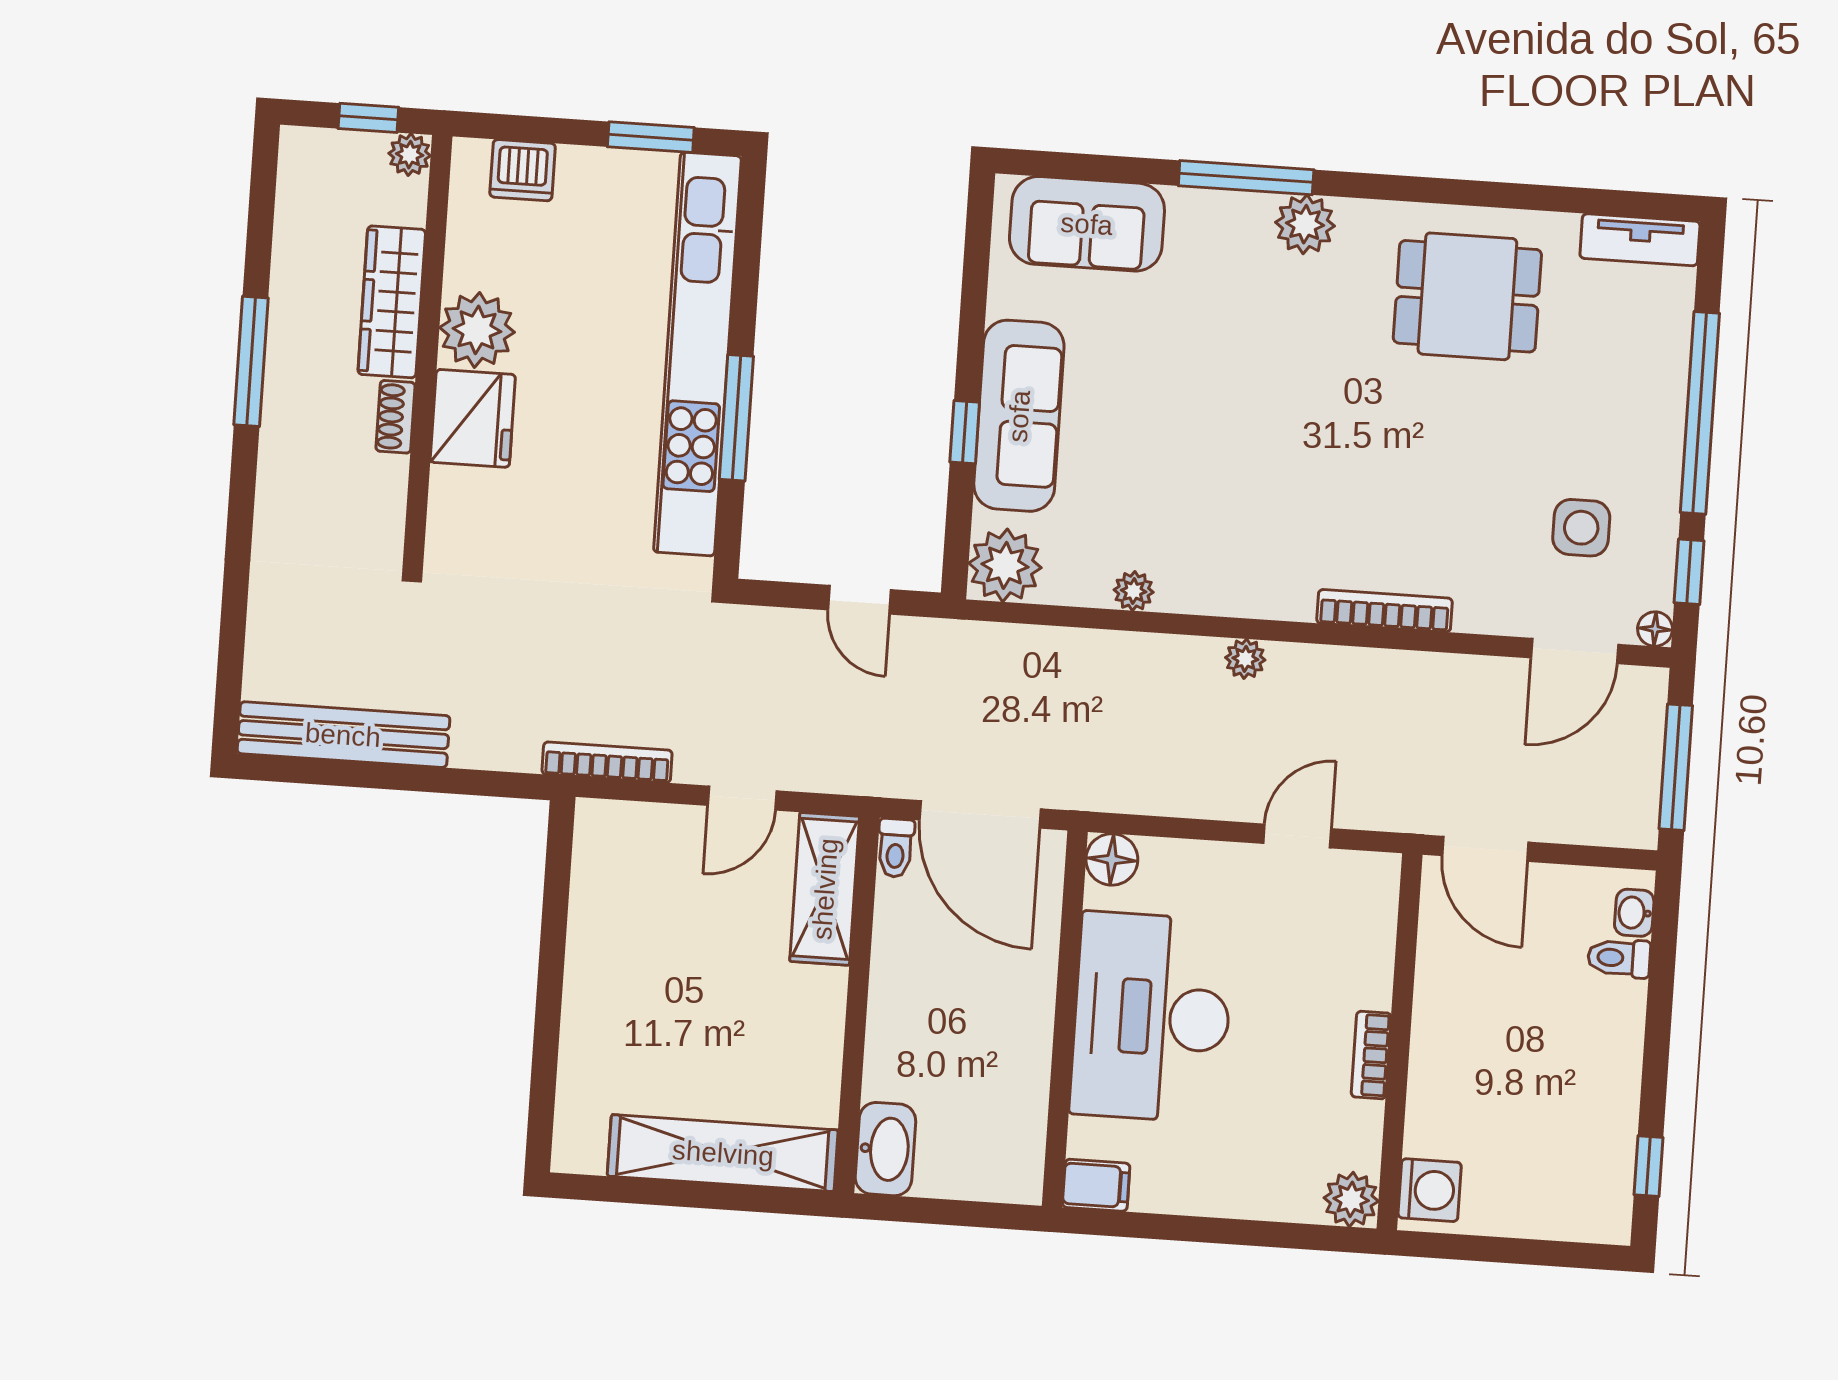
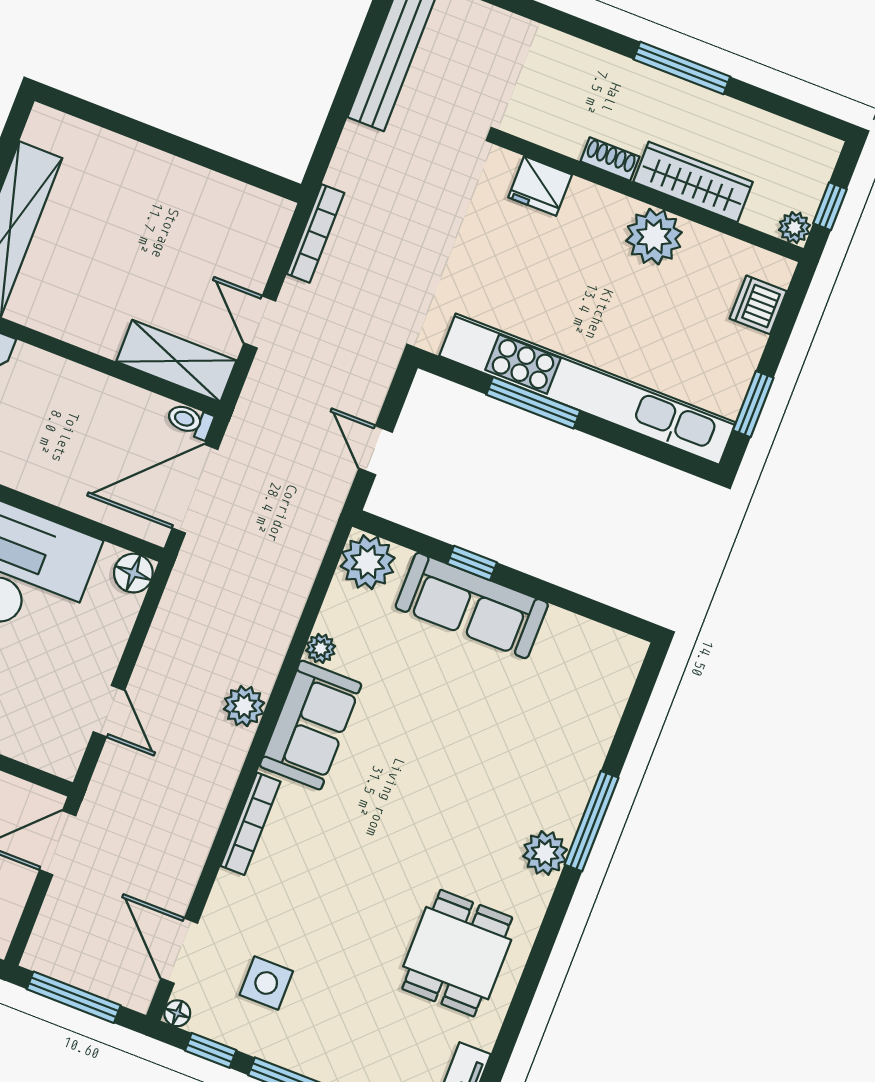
sofa: (1087, 224) -> (311, 725), moved, turned 180
fridge: (473, 418) -> (540, 186), moved, width x0.73, depth x0.75
door: (859, 600) -> (376, 450), hinge flipped
plant: (1245, 659) -> (244, 706), width x1.38, depth x1.38

